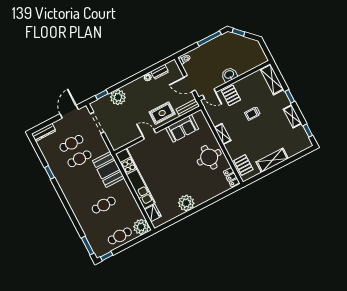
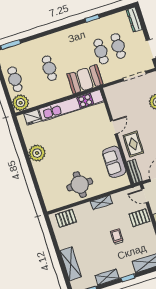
door: (209, 94) -> (145, 196), hinge flipped
shelving: (272, 160) -> (71, 264), moved
locker: (231, 177) -> (56, 204), removed

